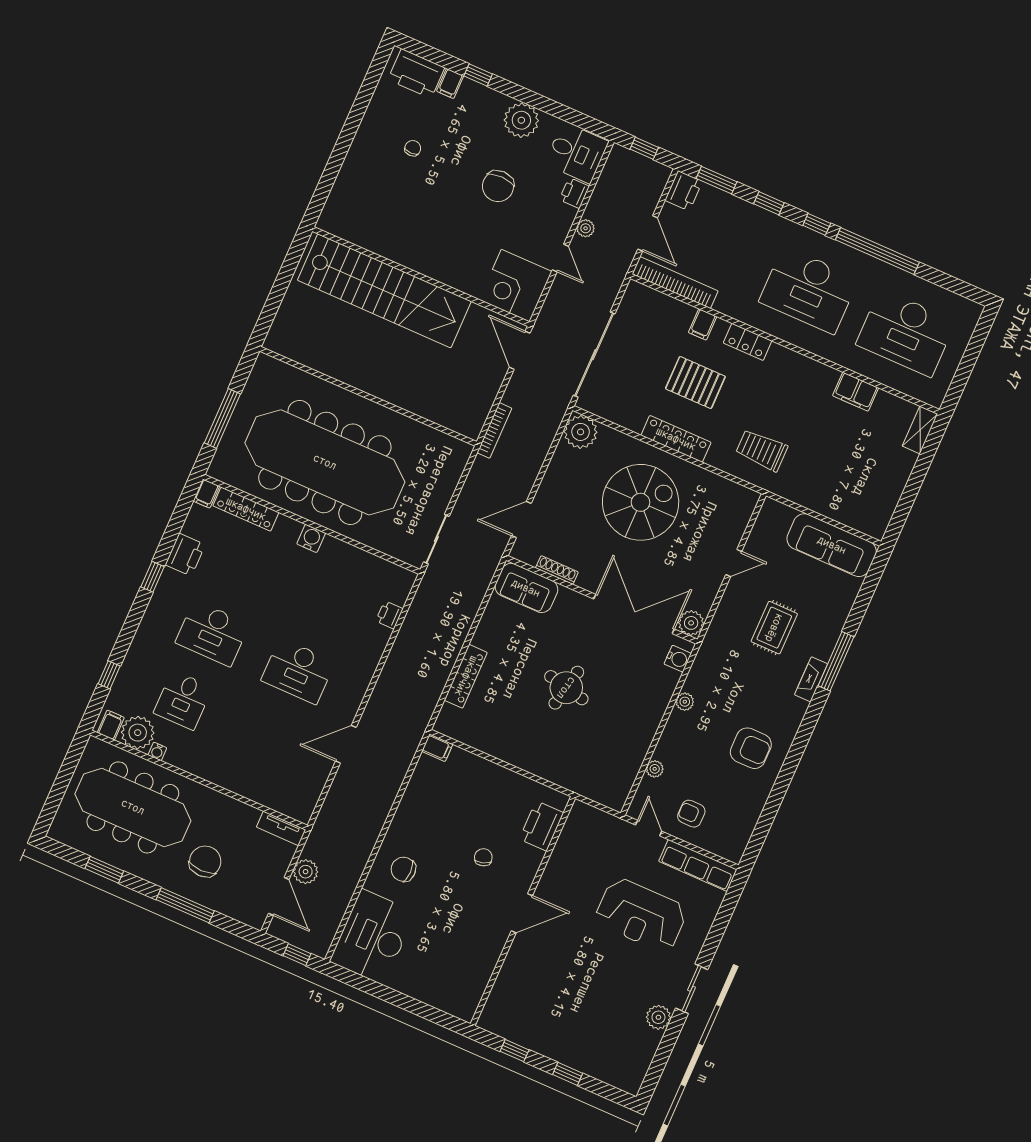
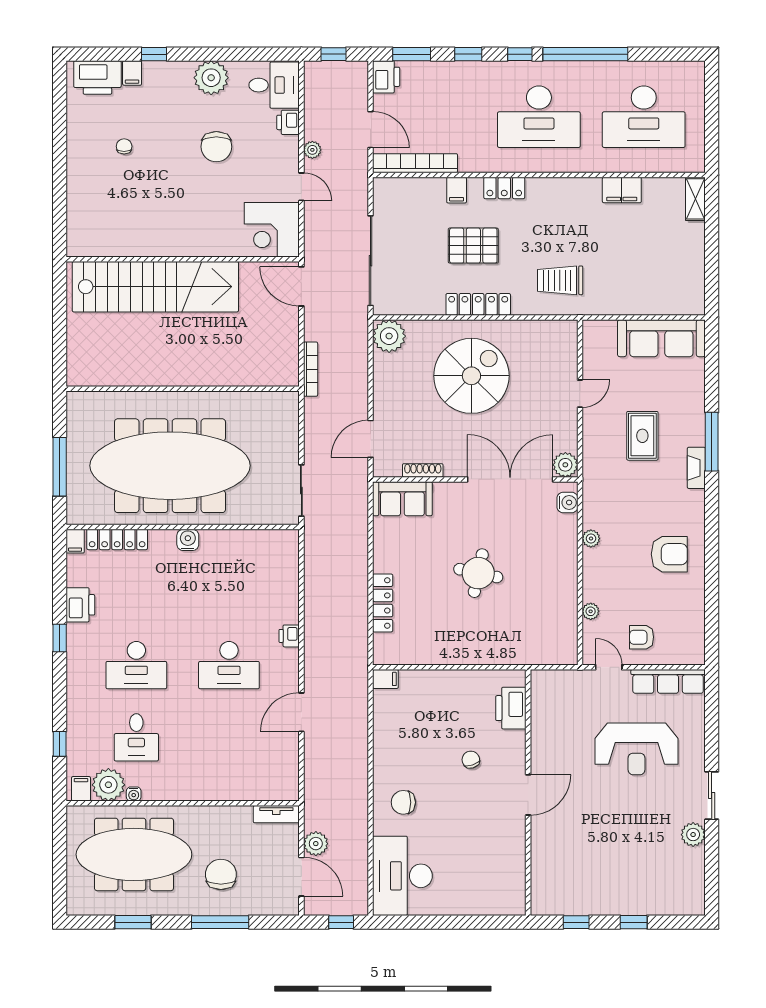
printer: (389, 615) -> (289, 636), moved

